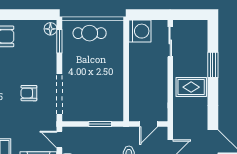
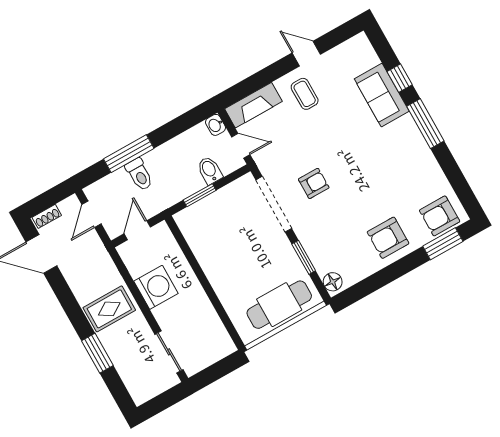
washing machine: (140, 31) -> (156, 287), moved, turned 180
cafe table: (90, 33) -> (279, 305), width x1.37, depth x1.35
window: (59, 41) -> (304, 257), moved
bidet: (86, 135) -> (210, 170), added

